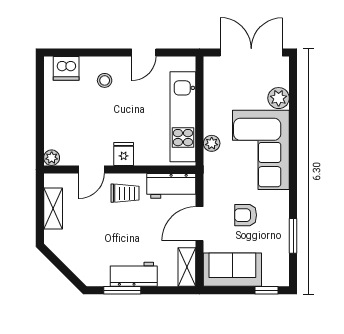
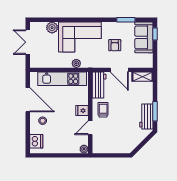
door: (144, 53) -> (28, 100), width x1.88
double door: (251, 53) -> (28, 42), width x0.73
door: (91, 169) -> (90, 128), swing flipped
shelving: (53, 209) -> (111, 148), removed
sofa: (232, 270) -> (144, 37), moved
workbench: (134, 274) -> (146, 117), moved

